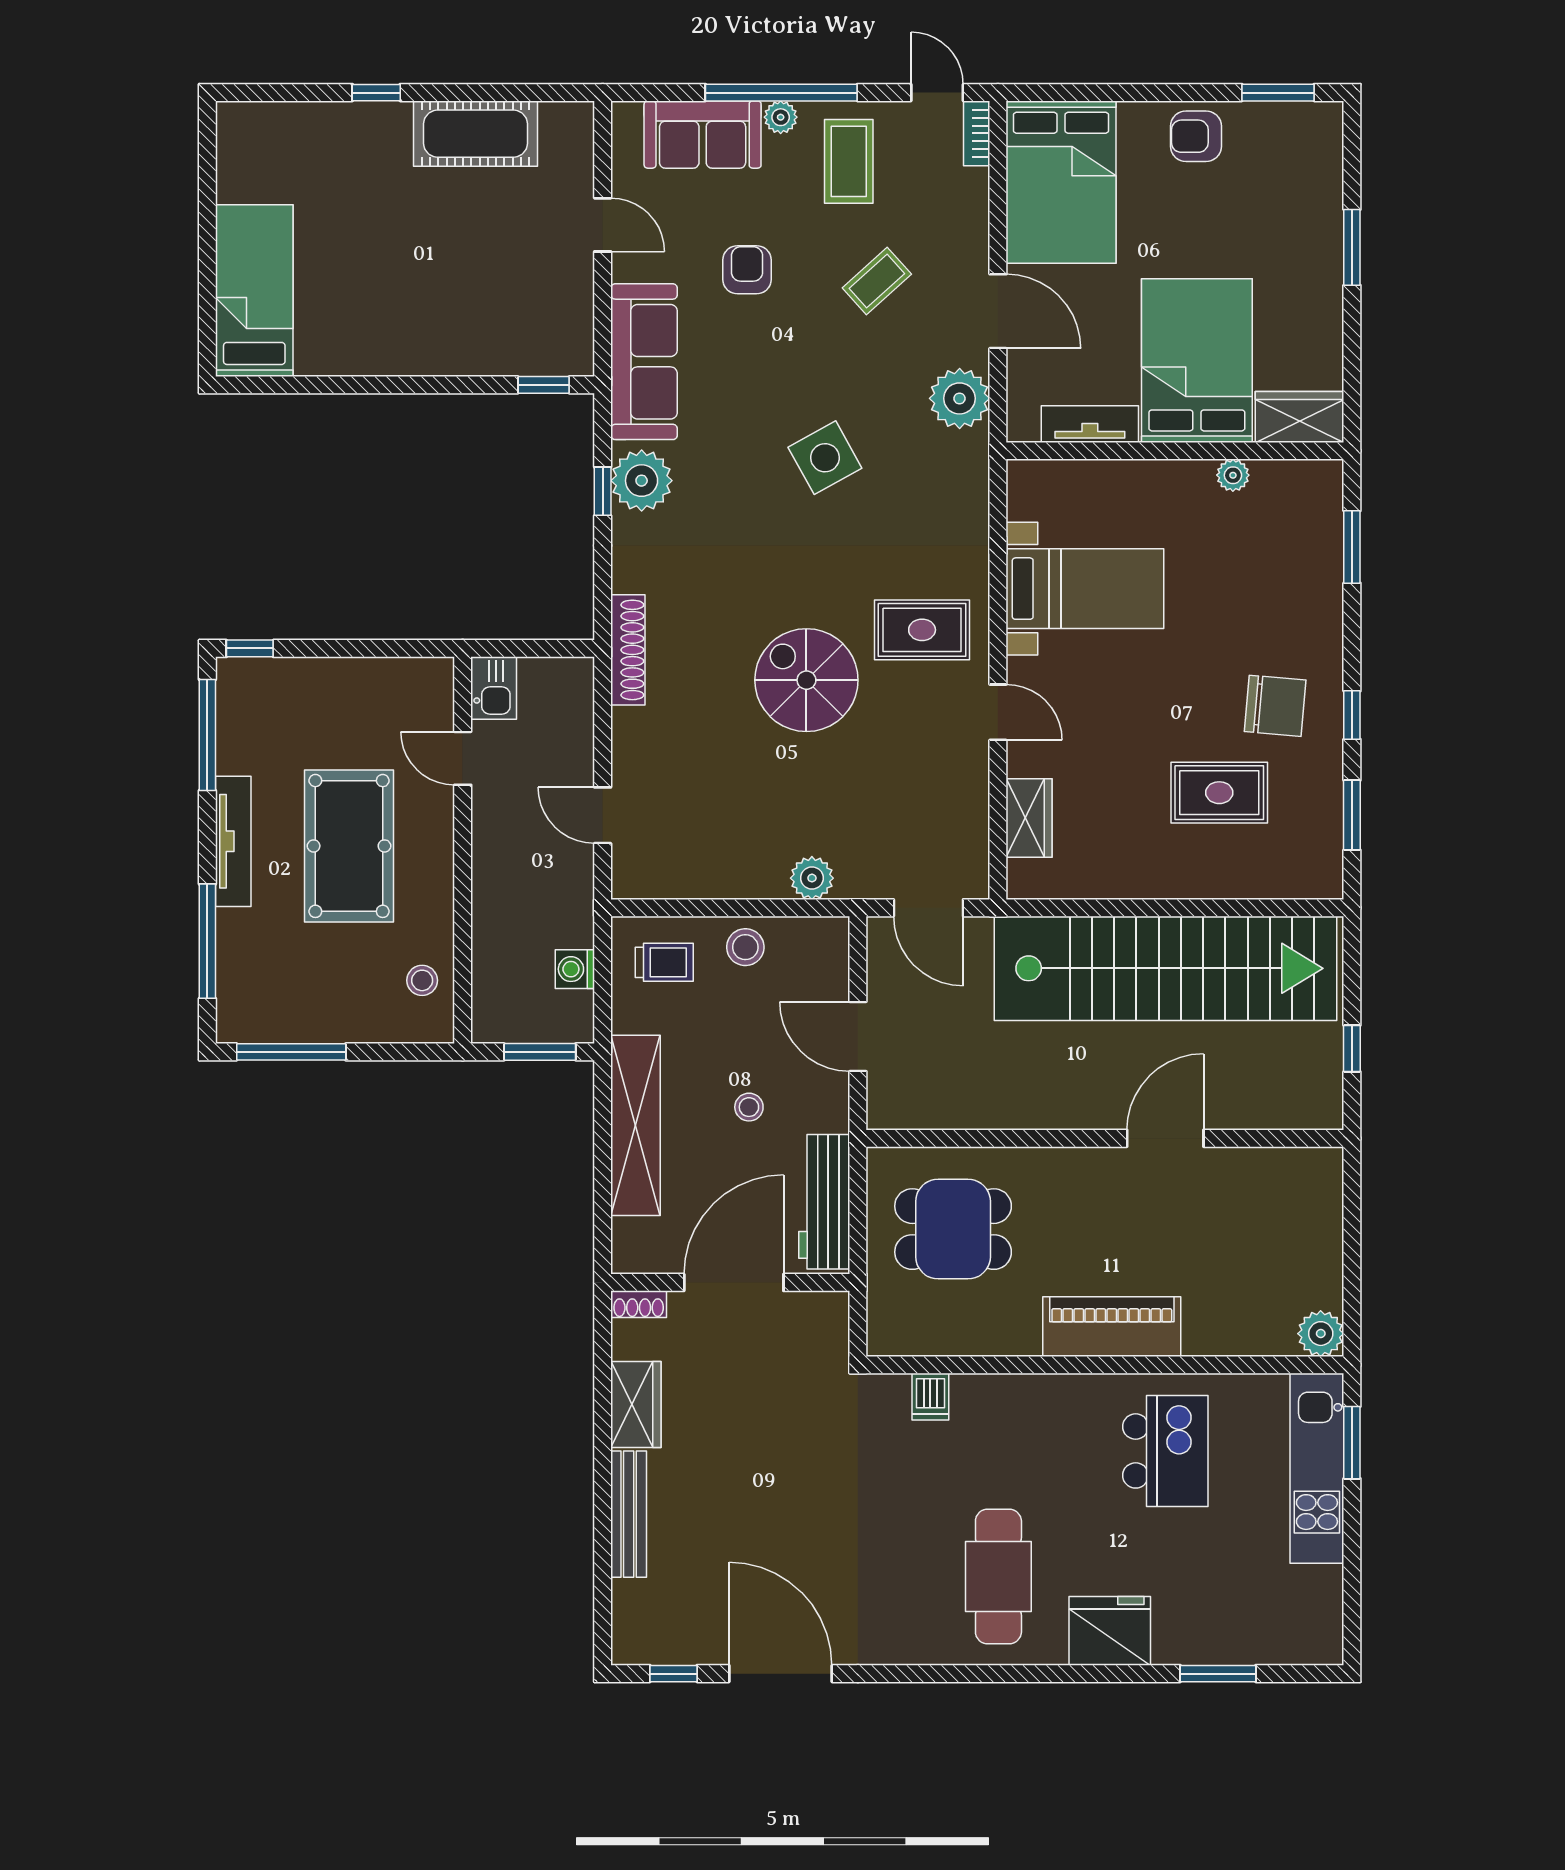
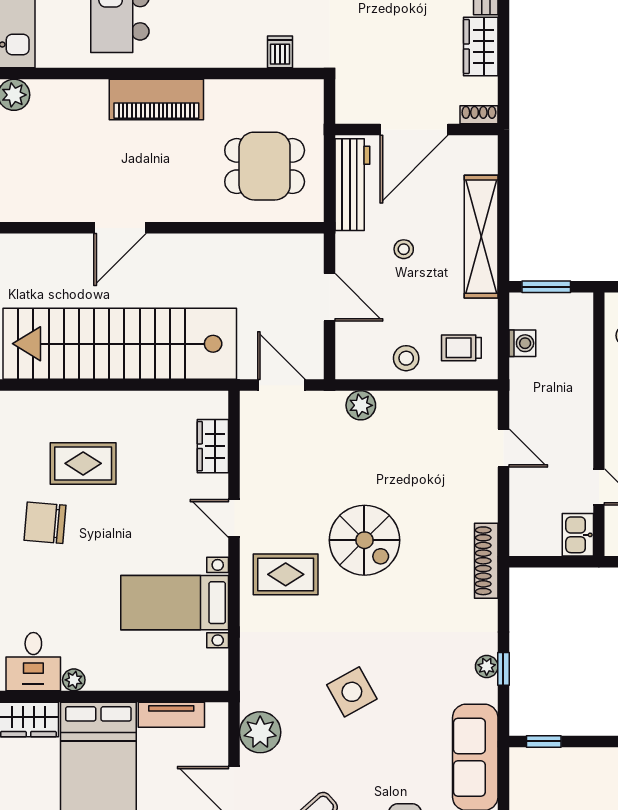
plant: (642, 481) -> (487, 666), width x0.53, depth x0.53
desk: (1292, 502) -> (33, 662), added

